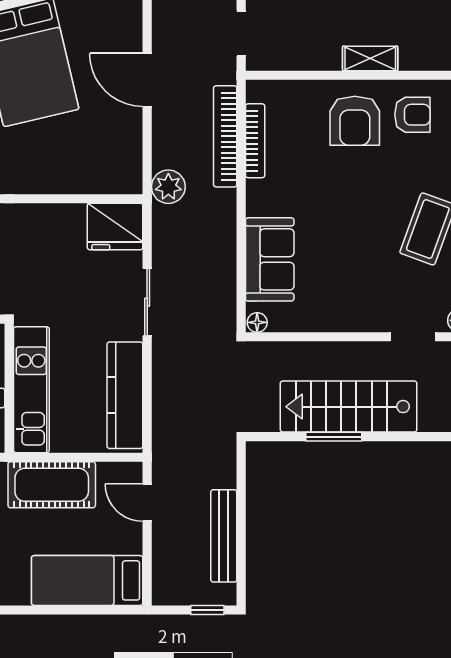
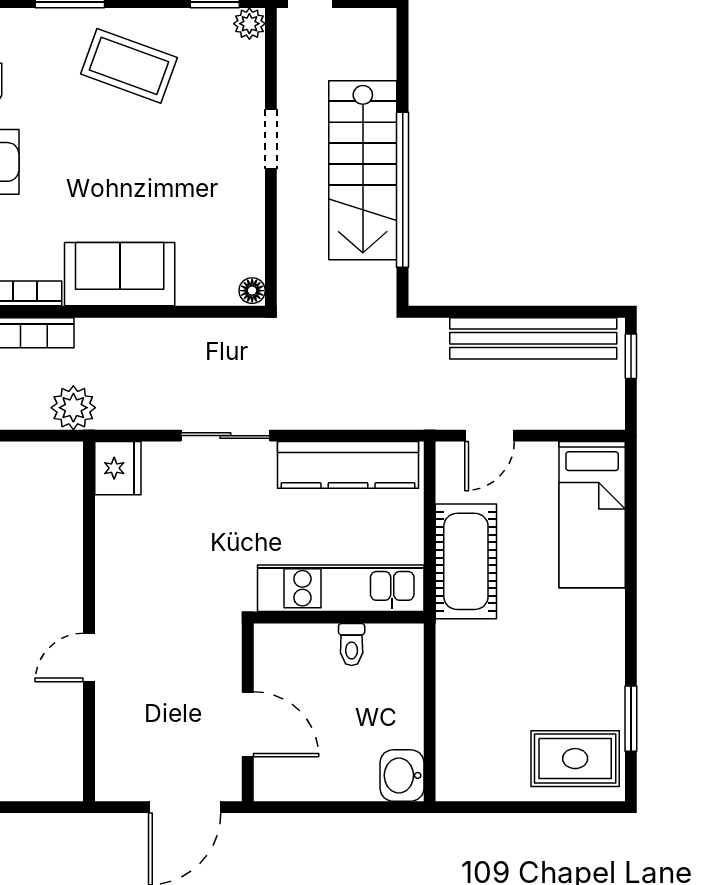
fridge: (115, 227) -> (118, 468), width x0.73, depth x0.75
sofa: (270, 259) -> (120, 274), moved
doorway: (413, 337) -> (271, 139), moved
window: (334, 437) -> (403, 190), width x2.11
bench: (224, 536) -> (533, 338), width x1.37, depth x1.21

